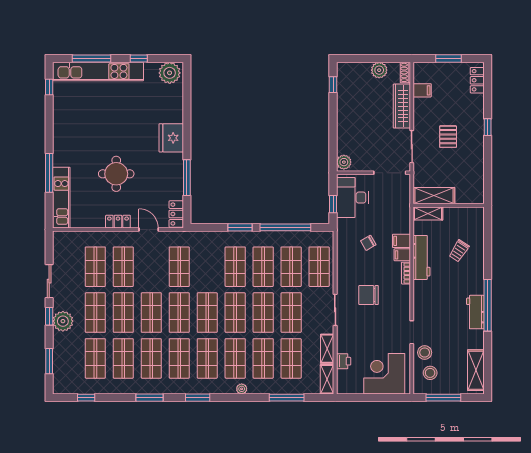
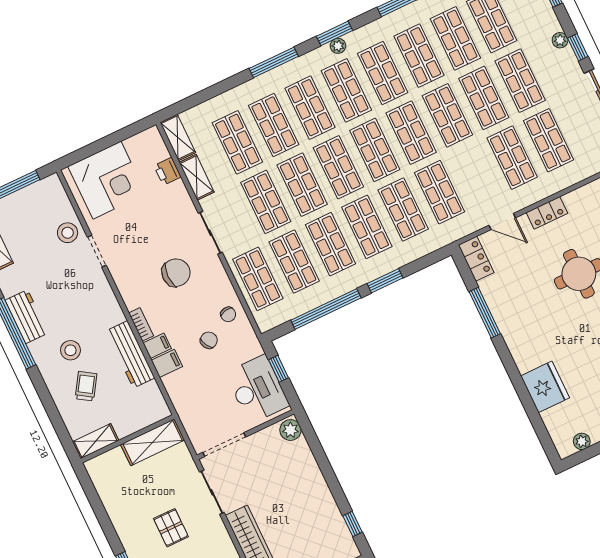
plant: (170, 73) -> (582, 441), width x0.53, depth x0.53
fridge: (171, 138) -> (545, 387), moved
shelving: (428, 213) -> (96, 441), moved
chair: (348, 253) -> (228, 314), added
shop shelf: (207, 267) -> (403, 210), added
plant: (63, 321) -> (560, 40), width x0.53, depth x0.53
stool: (430, 373) -> (70, 350), moved
plant: (242, 389) -> (338, 46), moved
window: (287, 398) -> (274, 62), moved

